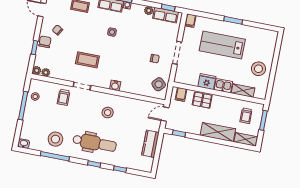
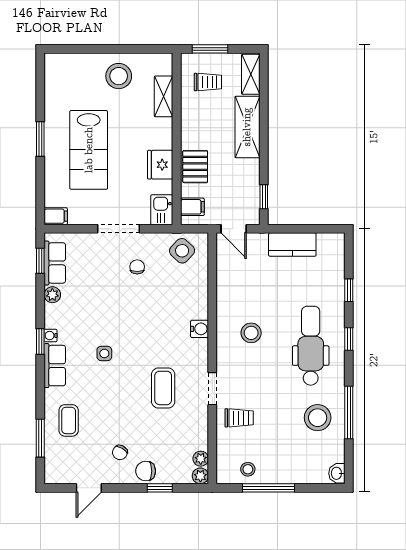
kitchen sink: (223, 86) -> (162, 210), moved

